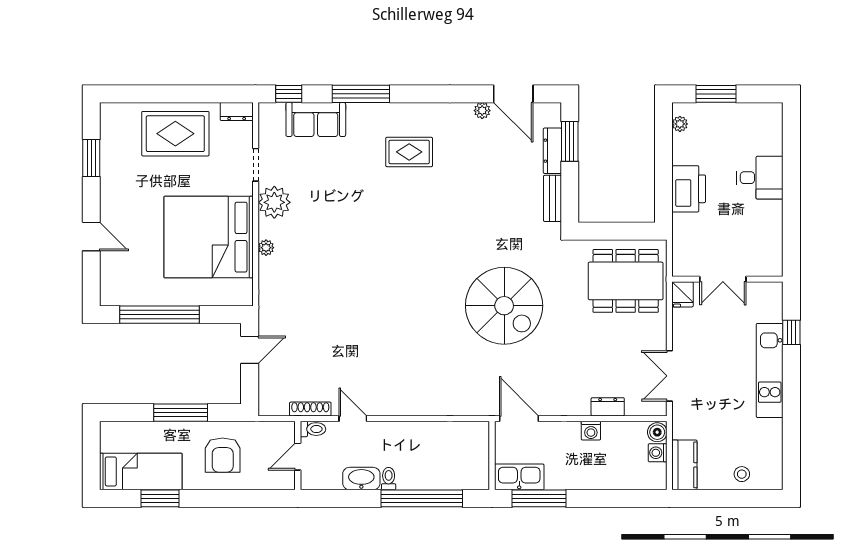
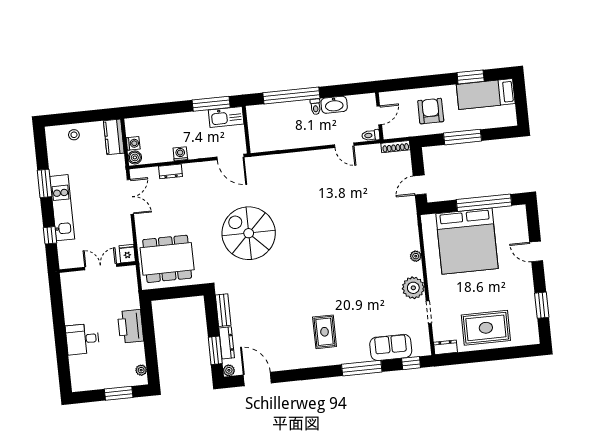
plant: (482, 111) -> (229, 370), moved
rug: (409, 152) -> (325, 332), turned 90
bed: (209, 237) -> (467, 241), moved, turned 90
window: (791, 408) -> (45, 183), added
shoe rack: (310, 409) -> (396, 147), moved

